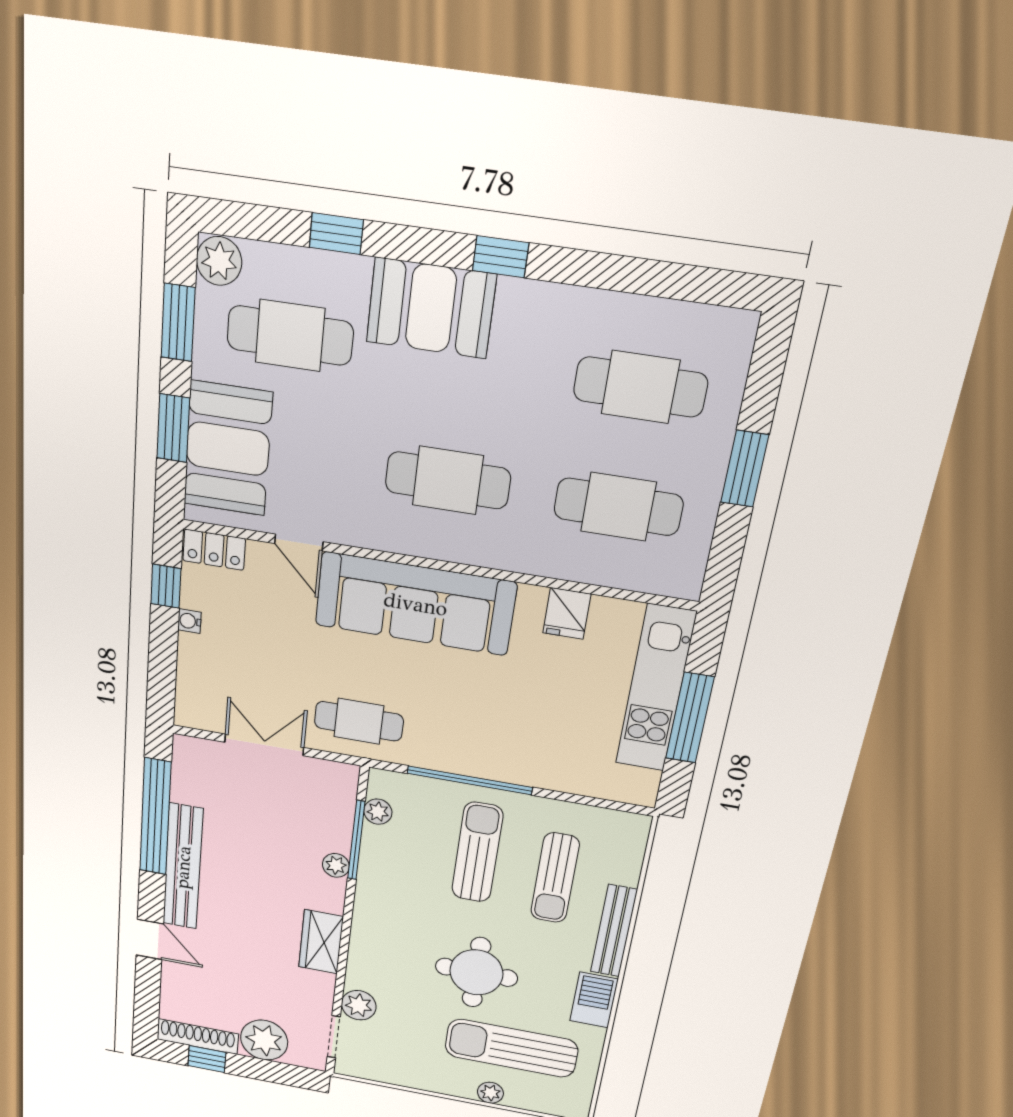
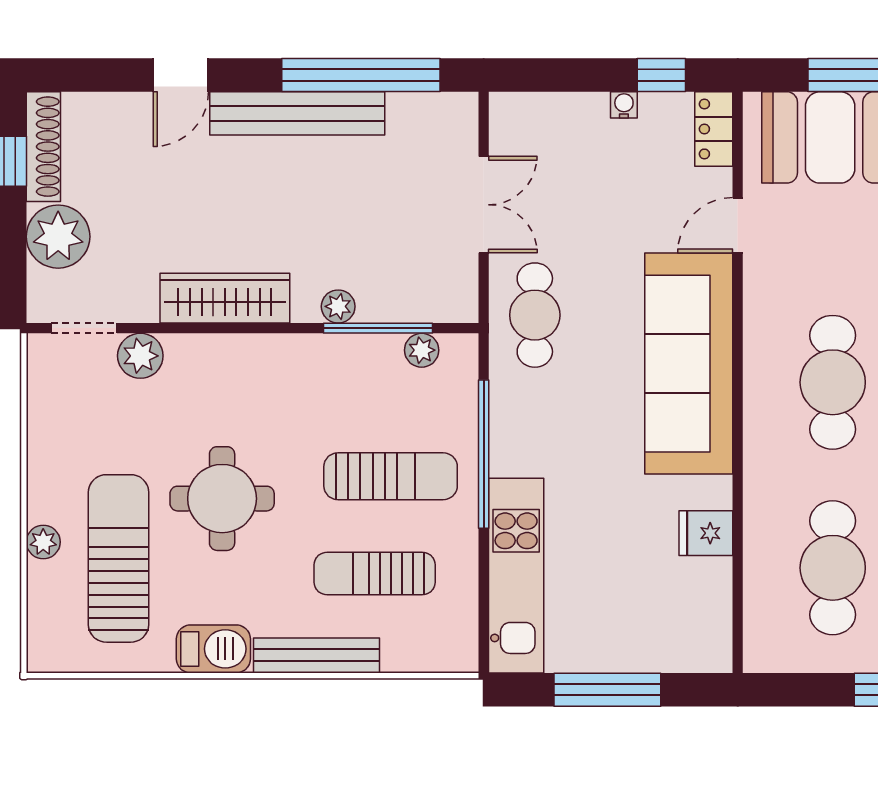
kitchen unit: (656, 689) -> (516, 576), moved, turned 90
wardrobe: (321, 942) -> (225, 298), width x1.50

